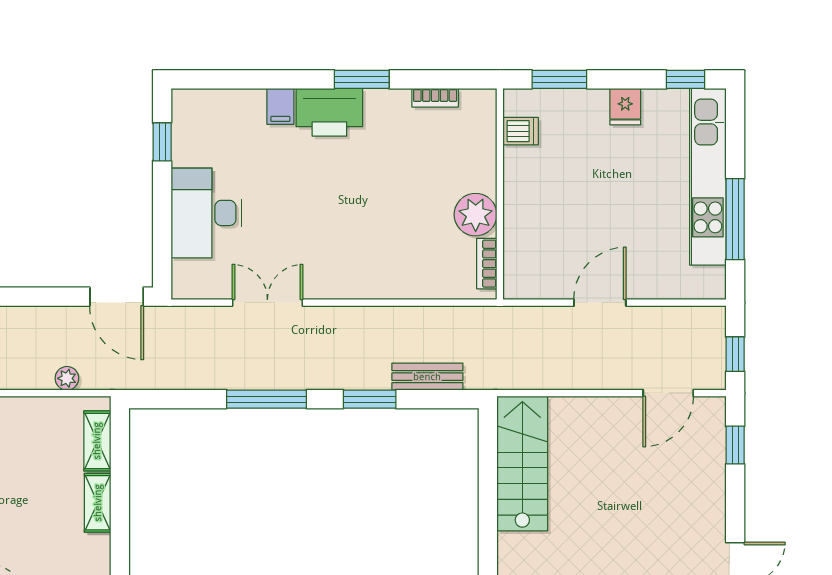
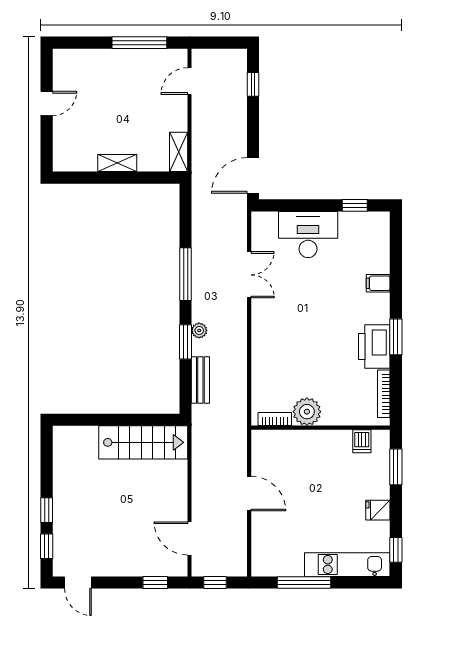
bookcase: (435, 98) -> (384, 394), width x1.56
printer: (329, 112) -> (374, 346), moved
kitchen unit: (708, 177) -> (347, 565), width x0.73
plant: (67, 378) -> (199, 330), moved
shelving: (97, 441) -> (179, 152), moved, turned 90

